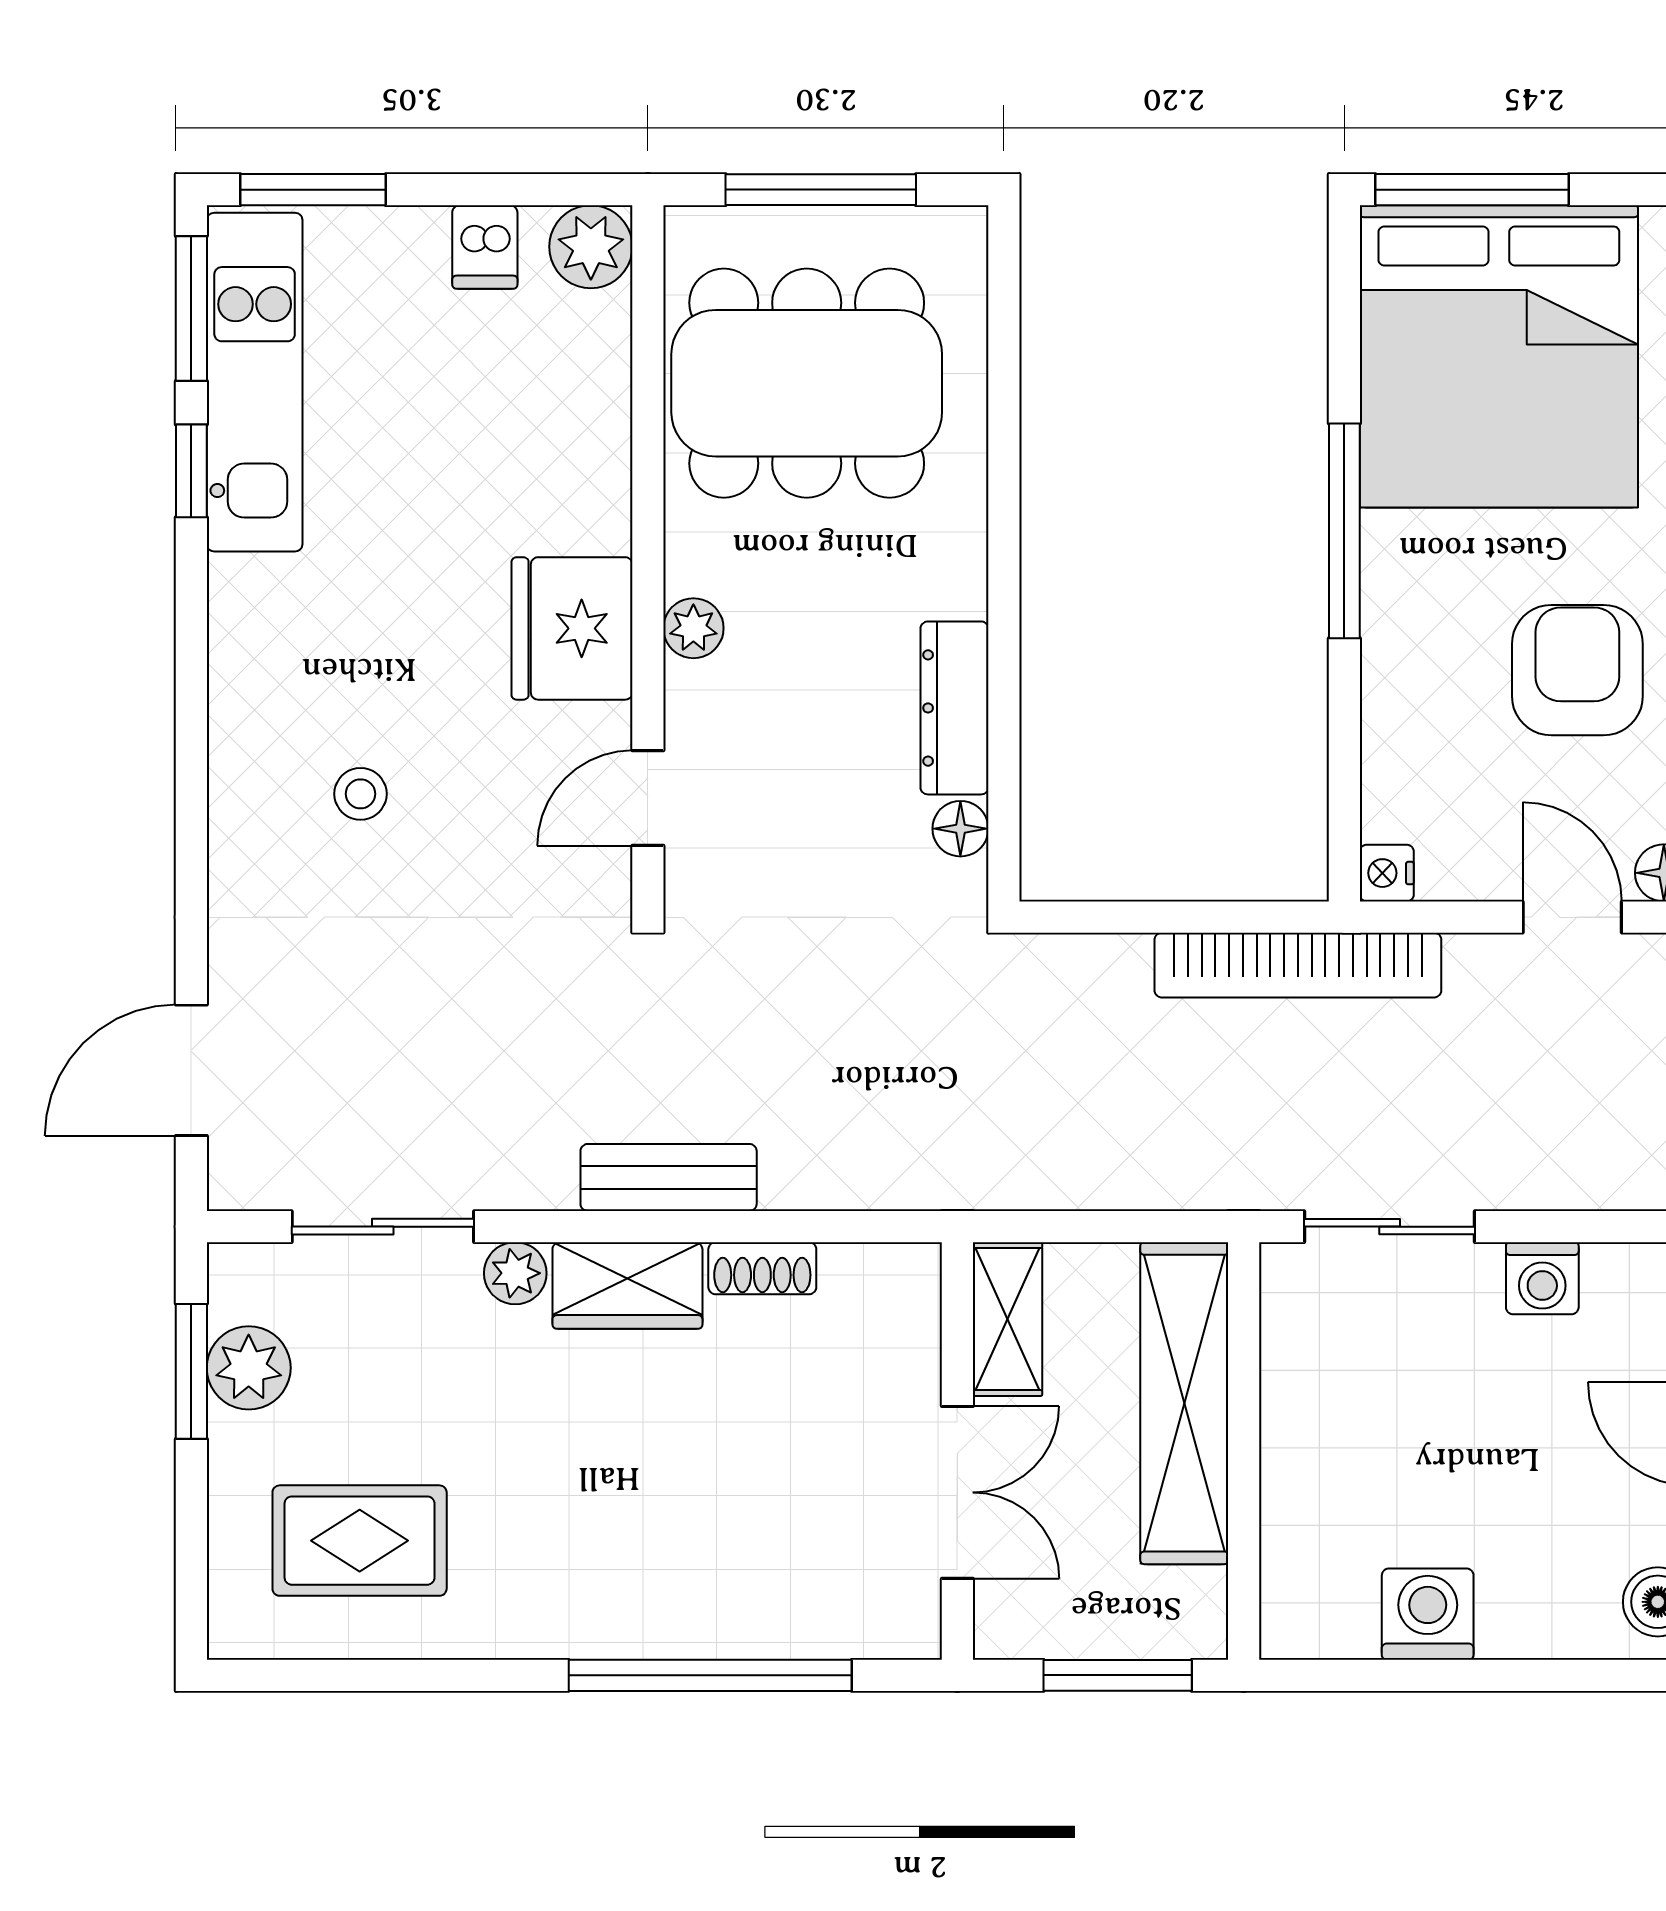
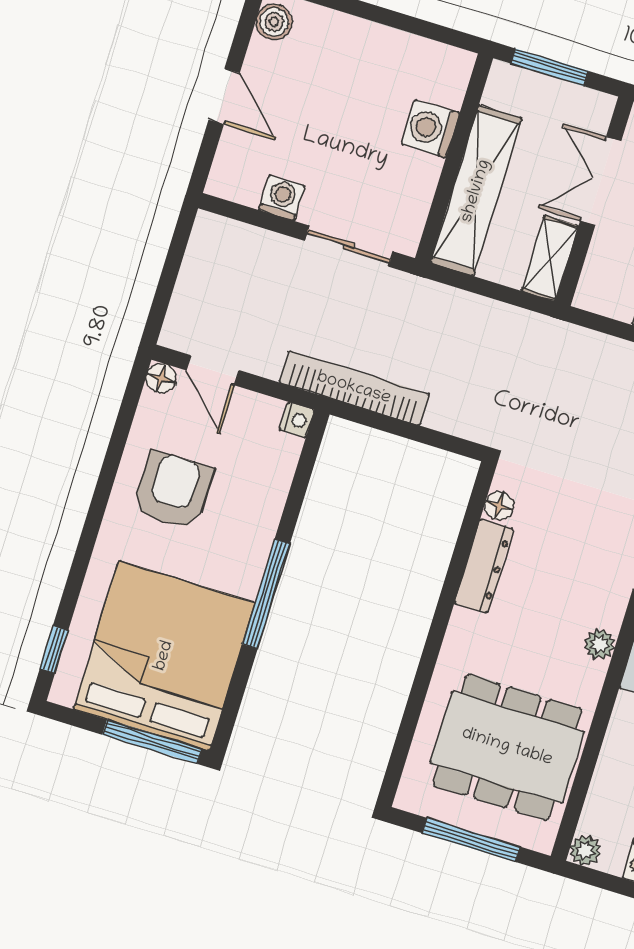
plant: (591, 247) -> (585, 850), width x0.73, depth x0.73
armchair: (1577, 670) -> (173, 490), turned 180
washing machine: (1428, 1614) -> (430, 128), moved, turned 90

